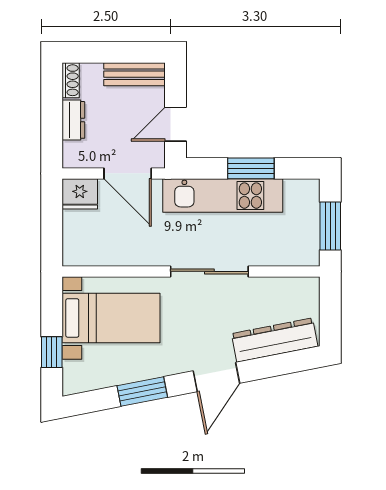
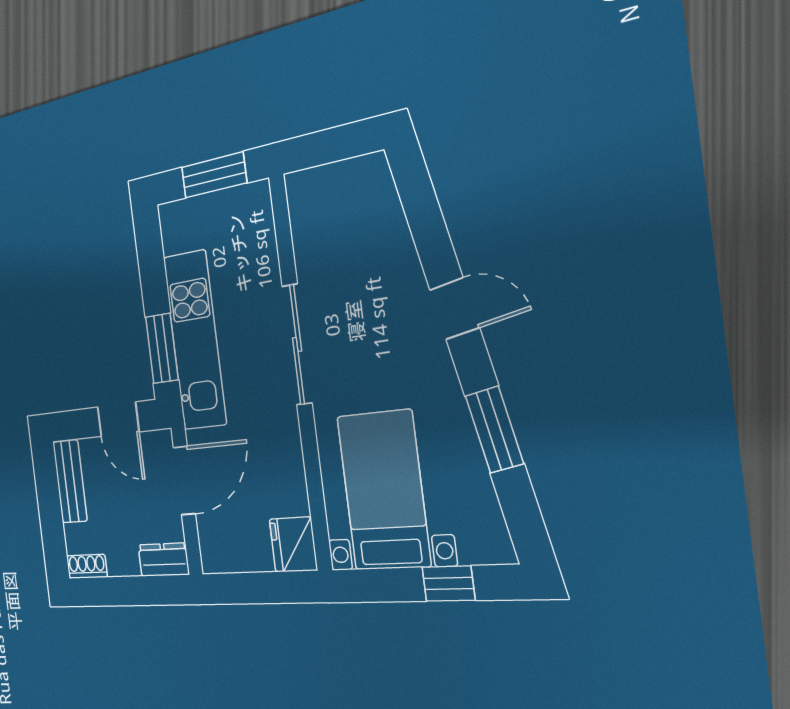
dresser: (73, 120) -> (163, 560), moved
window: (251, 168) -> (162, 348), moved
fridge: (80, 194) -> (293, 545), moved, turned 180
dresser: (275, 340) -> (384, 224), removed
door: (216, 377) -> (454, 309), width x0.73

